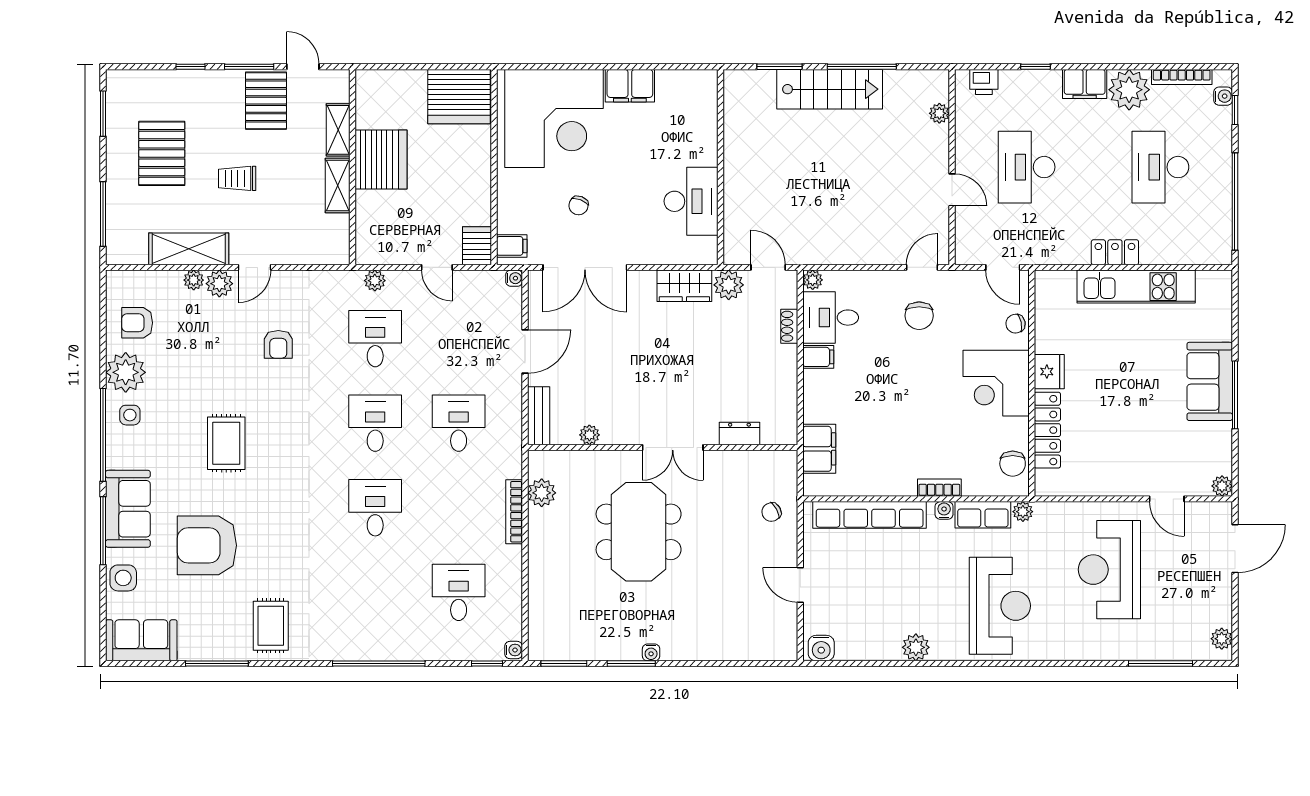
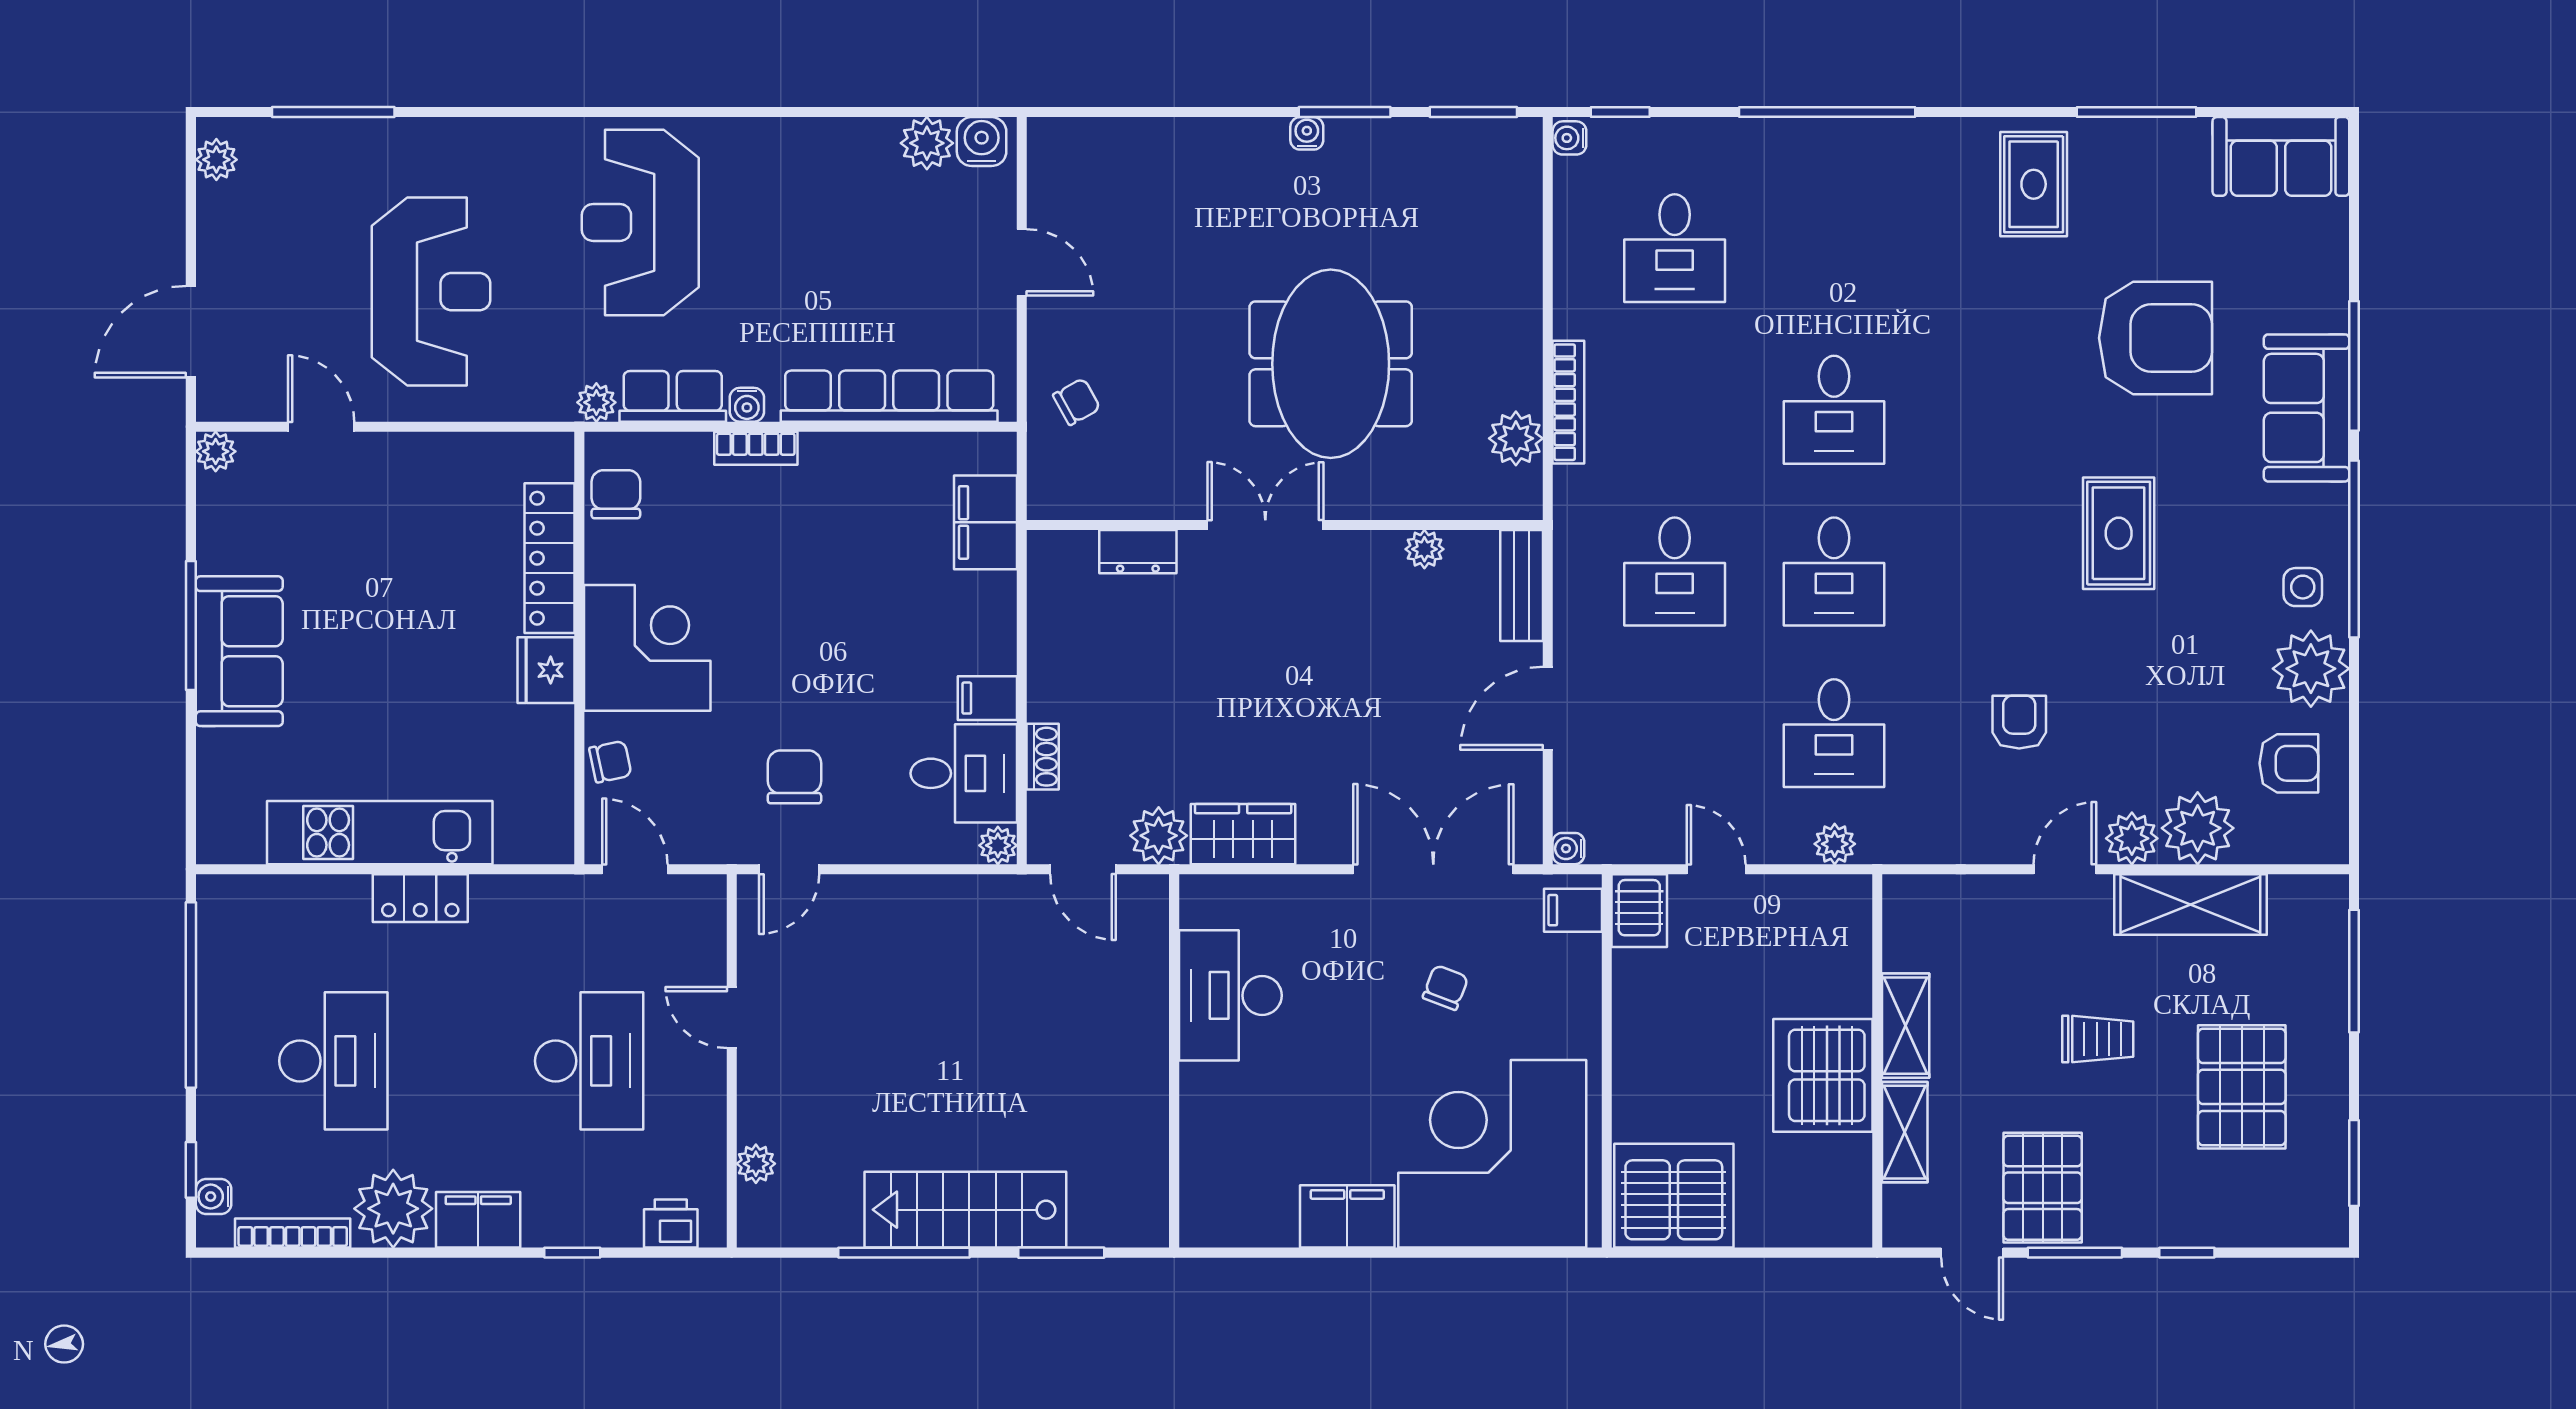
plant: (194, 280) -> (2198, 828), width x1.87, depth x1.87
side table: (123, 578) -> (2316, 276), removed
plant: (916, 647) -> (927, 143), moved

